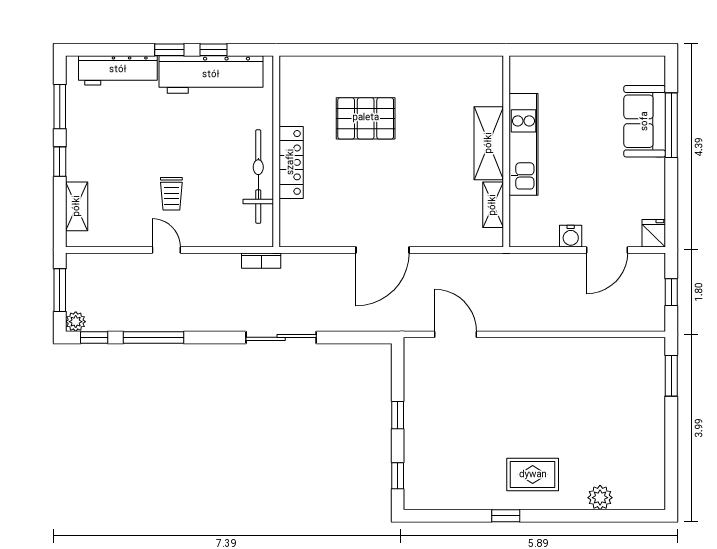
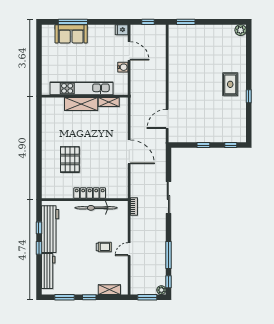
kitchen unit: (523, 144) -> (82, 88), width x1.36
plant: (600, 498) -> (241, 30), moved

